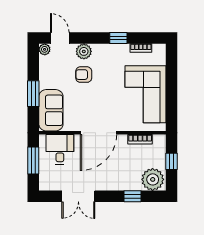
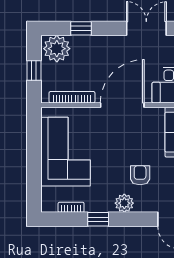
plant: (84, 51) -> (124, 203), moved
armchair: (84, 75) -> (140, 175), turned -90
bookcase: (140, 139) -> (72, 97), width x1.56

